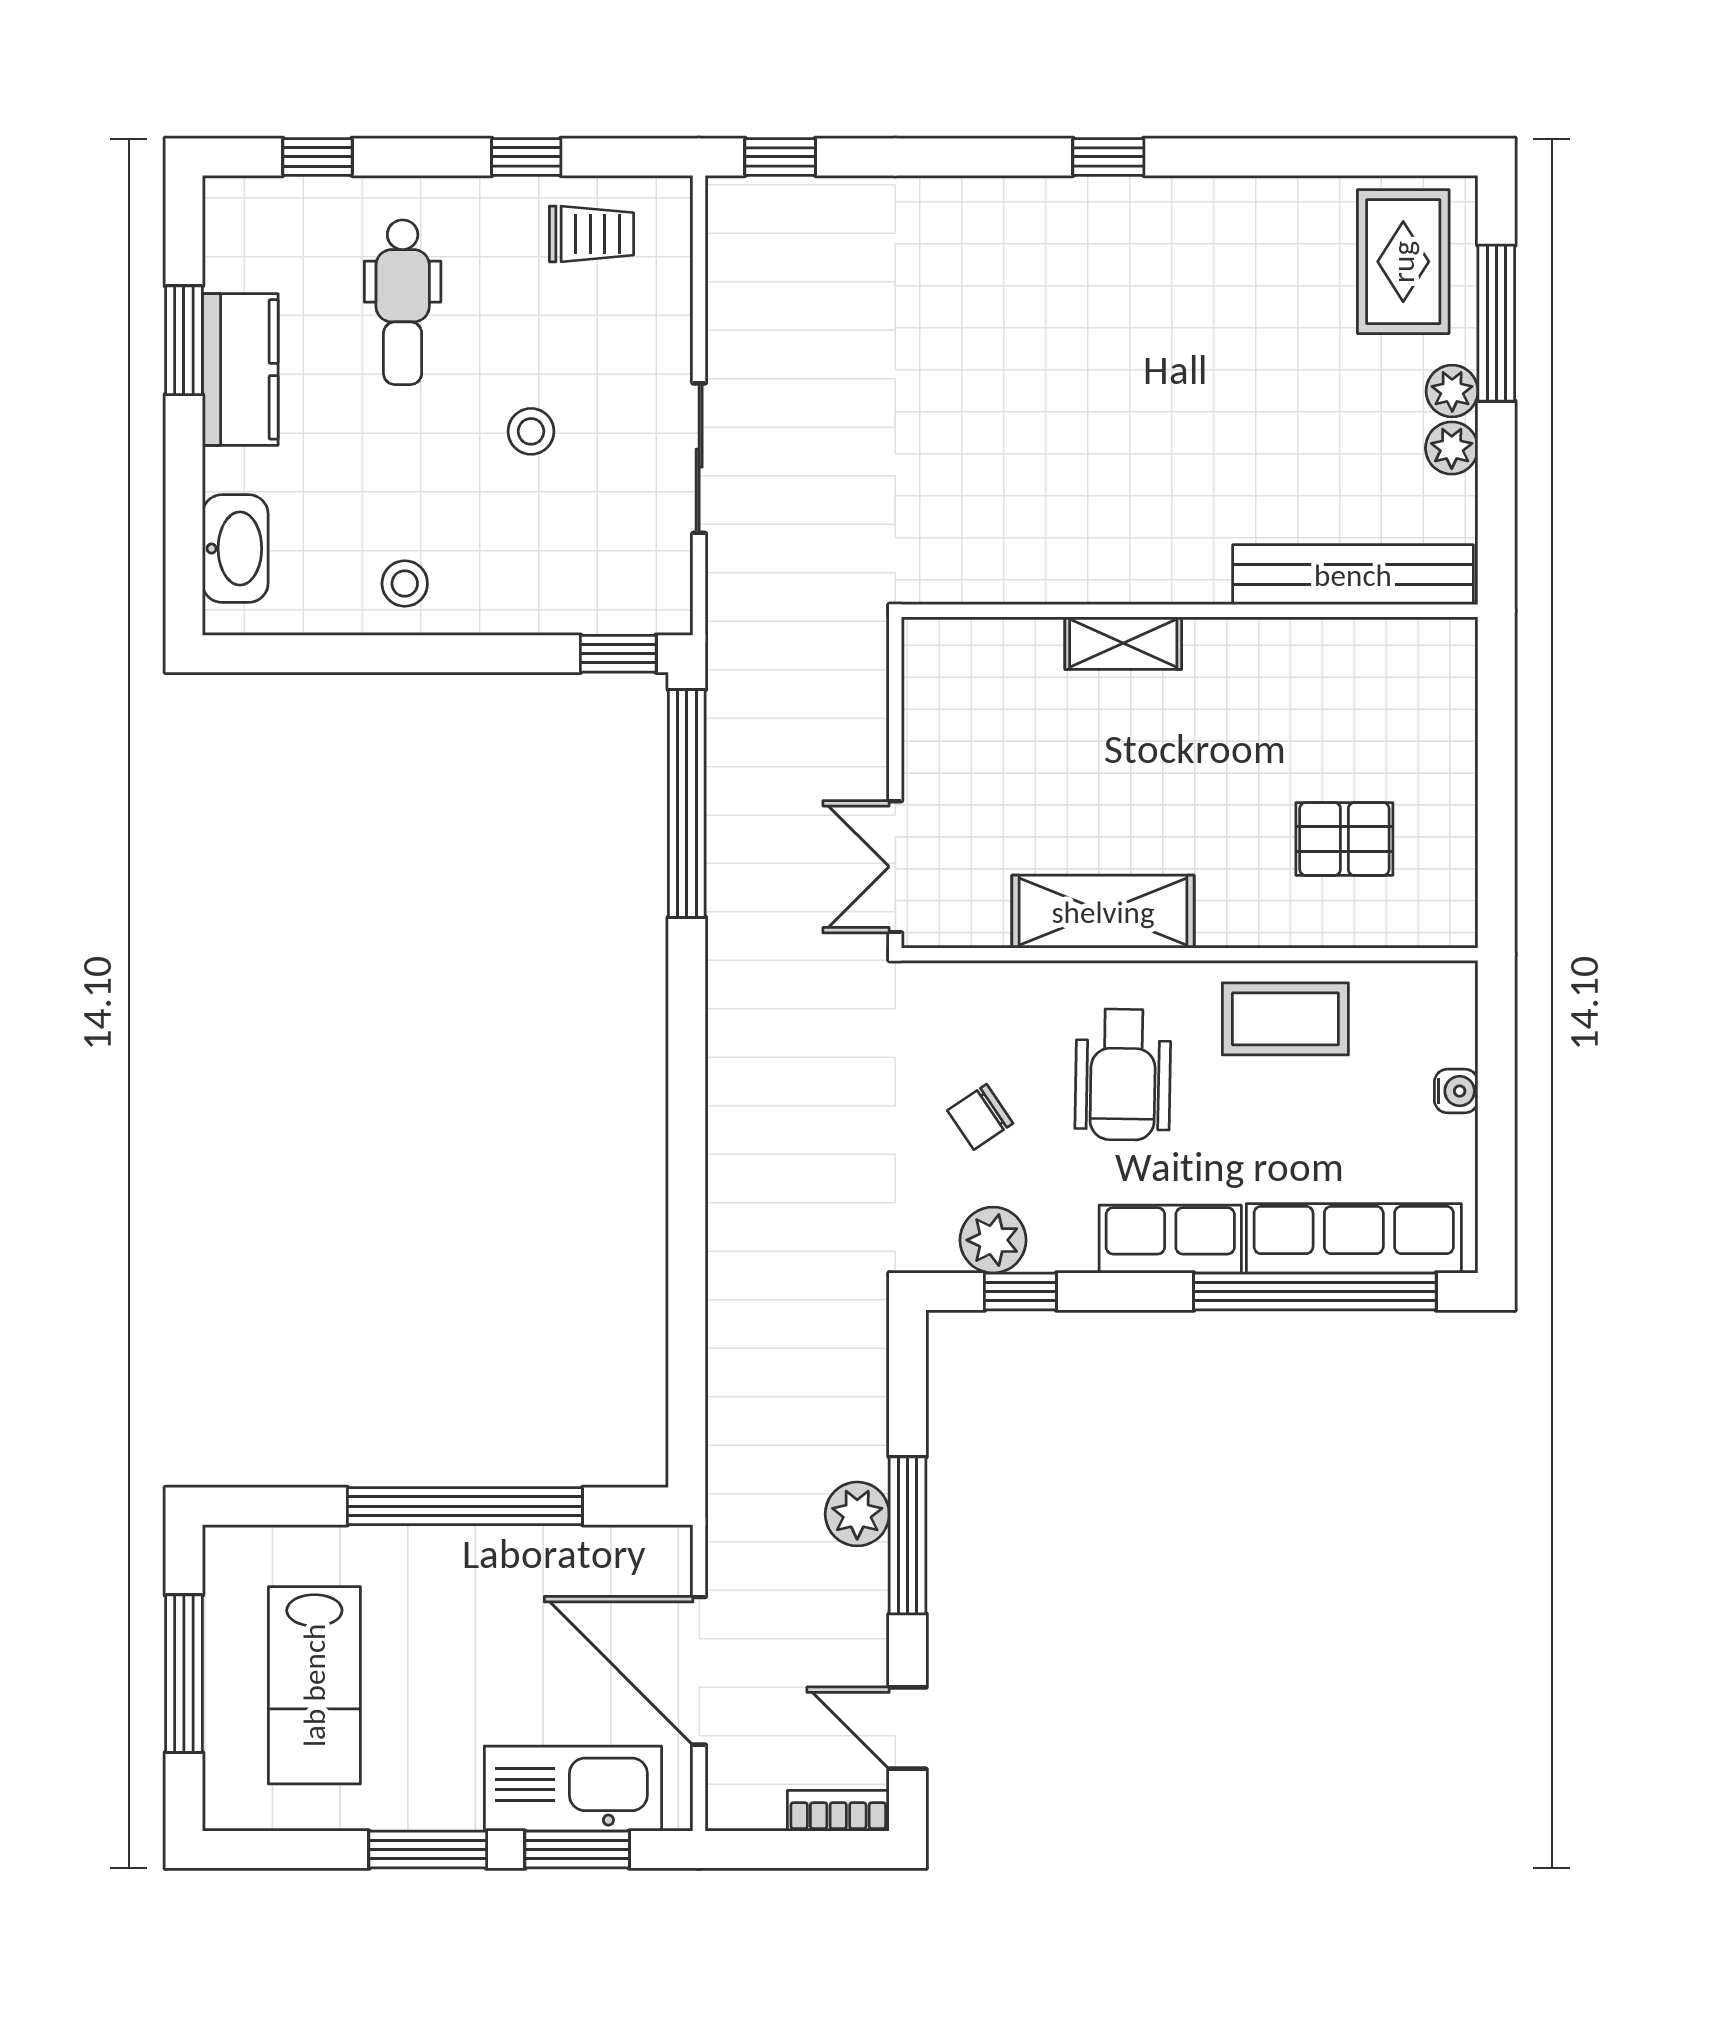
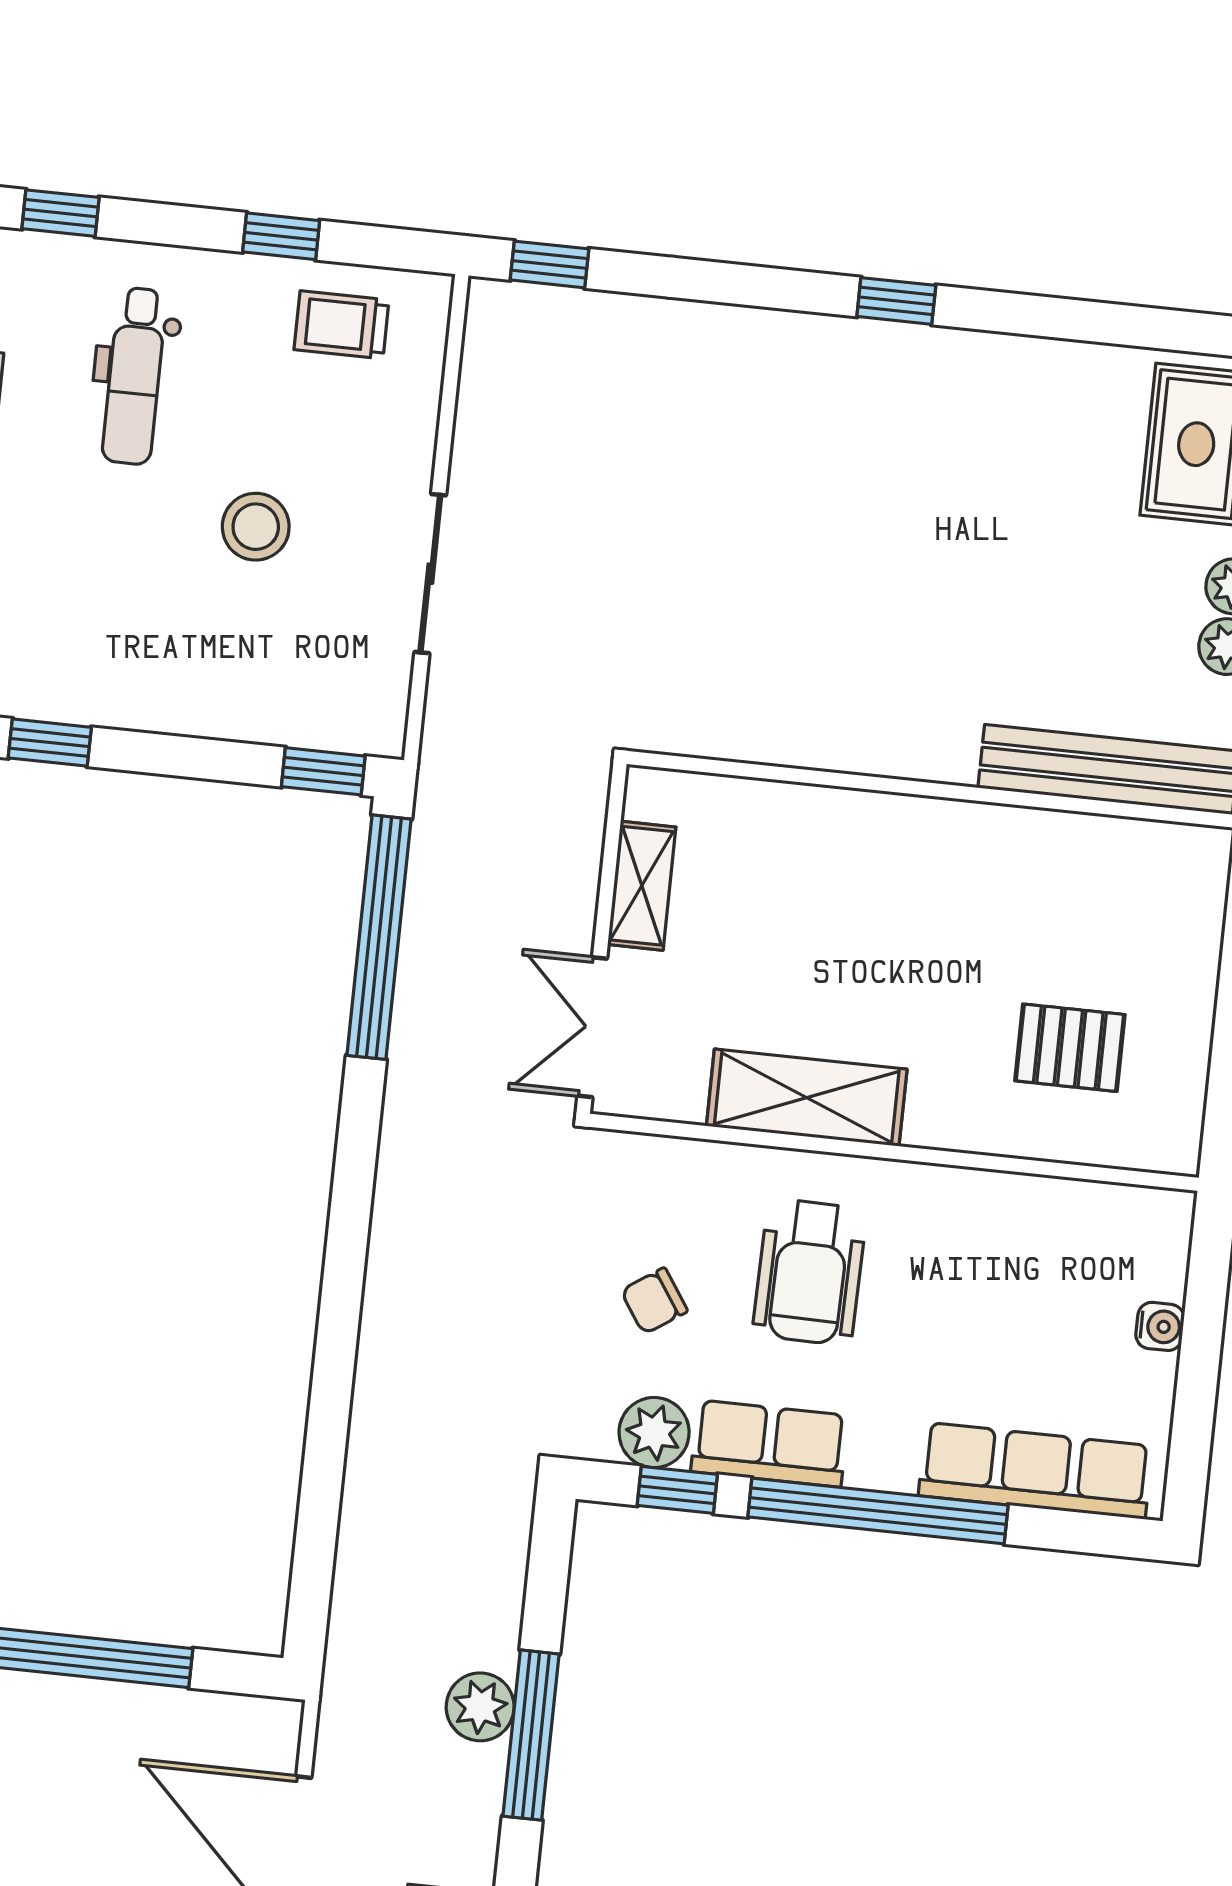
trolley: (591, 234) -> (341, 325), turned 180
stool: (531, 431) -> (256, 527), width x1.37, depth x1.37
stool: (405, 584) -> (105, 673), removed
shelving: (1123, 643) -> (642, 886), moved, turned 90
window: (359, 654) -> (50, 743), added
coffee table: (1285, 1019) -> (988, 1231), removed
row of seats: (1170, 1239) -> (769, 1444), moved
window: (1315, 1291) -> (878, 1511), moved

